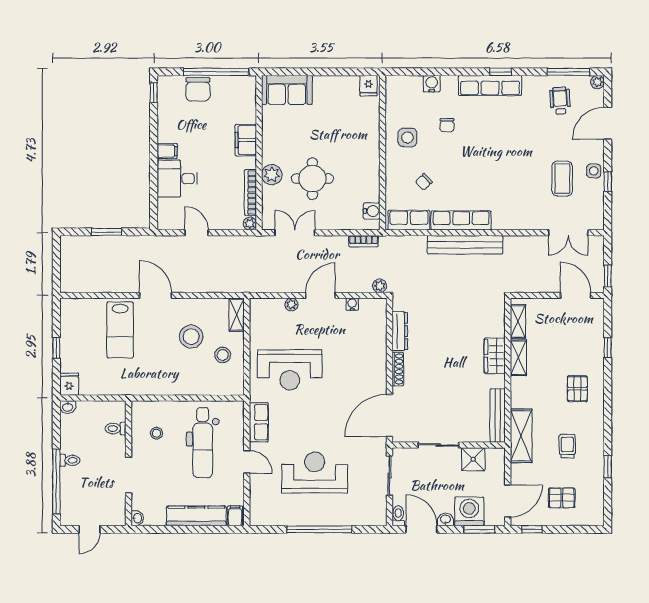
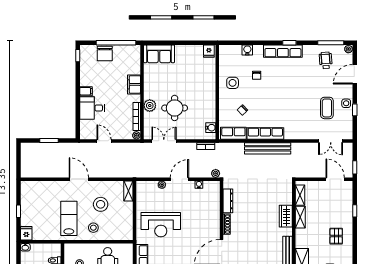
lab bench: (120, 330) -> (69, 218), moved, turned 180
stool: (223, 355) -> (93, 228), moved

